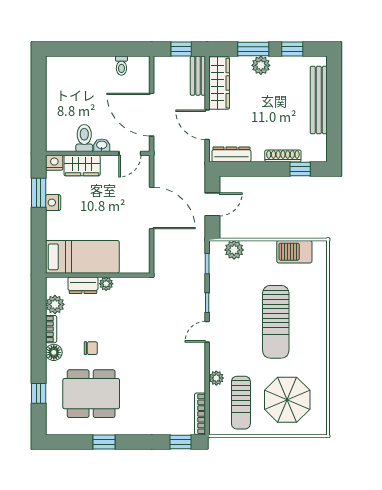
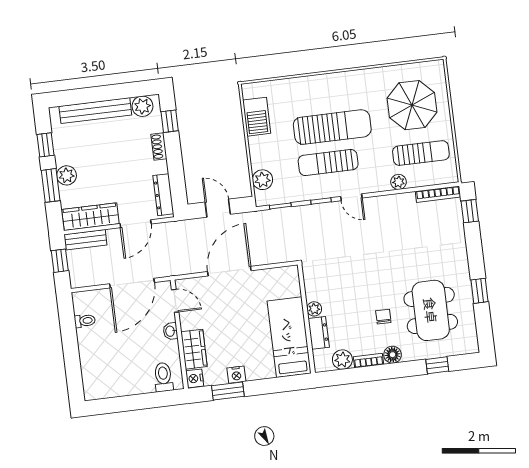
toilet: (84, 138) -> (163, 377), moved, turned 90
plant: (317, 145) -> (142, 106), added
shoe rack: (283, 156) -> (159, 146), width x0.70
sun lounger: (243, 314) -> (328, 163), added

